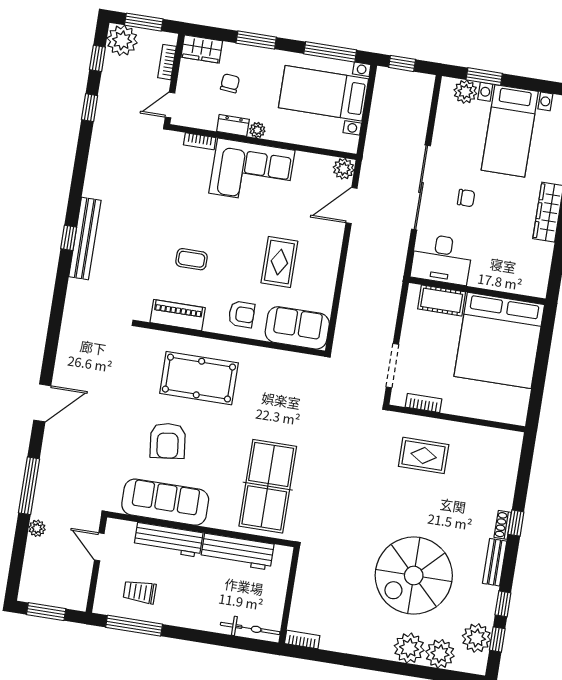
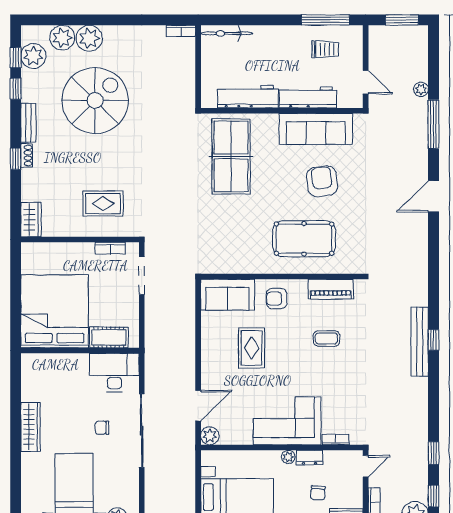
wardrobe: (510, 450) -> (31, 220), added

